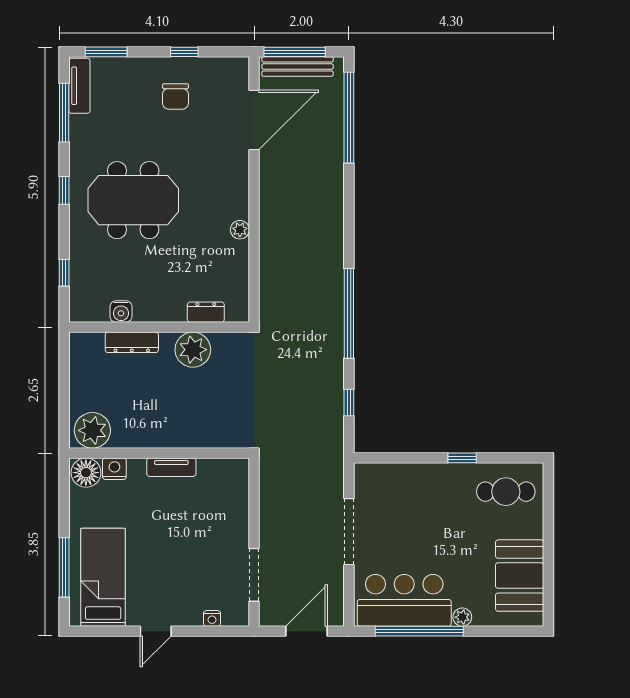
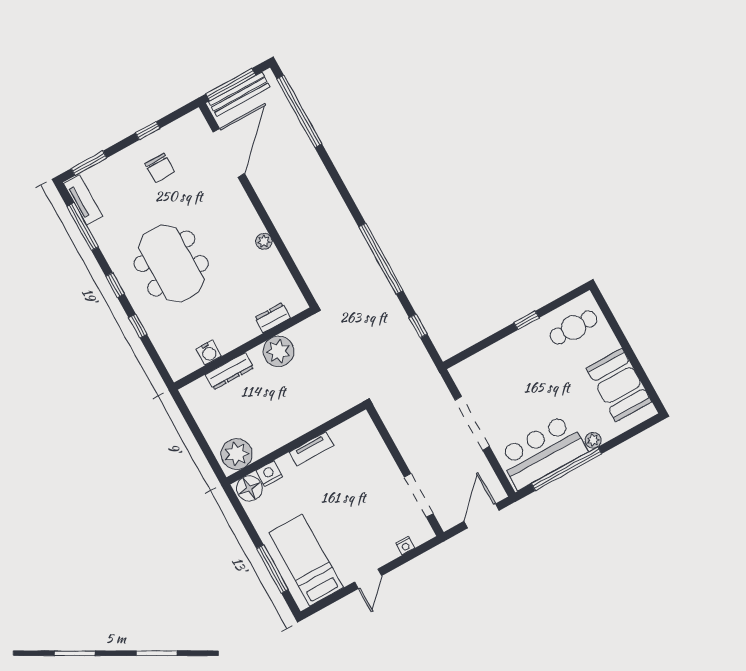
meeting table: (133, 200) -> (171, 264), turned 90
window: (64, 273) -> (138, 326), moved

